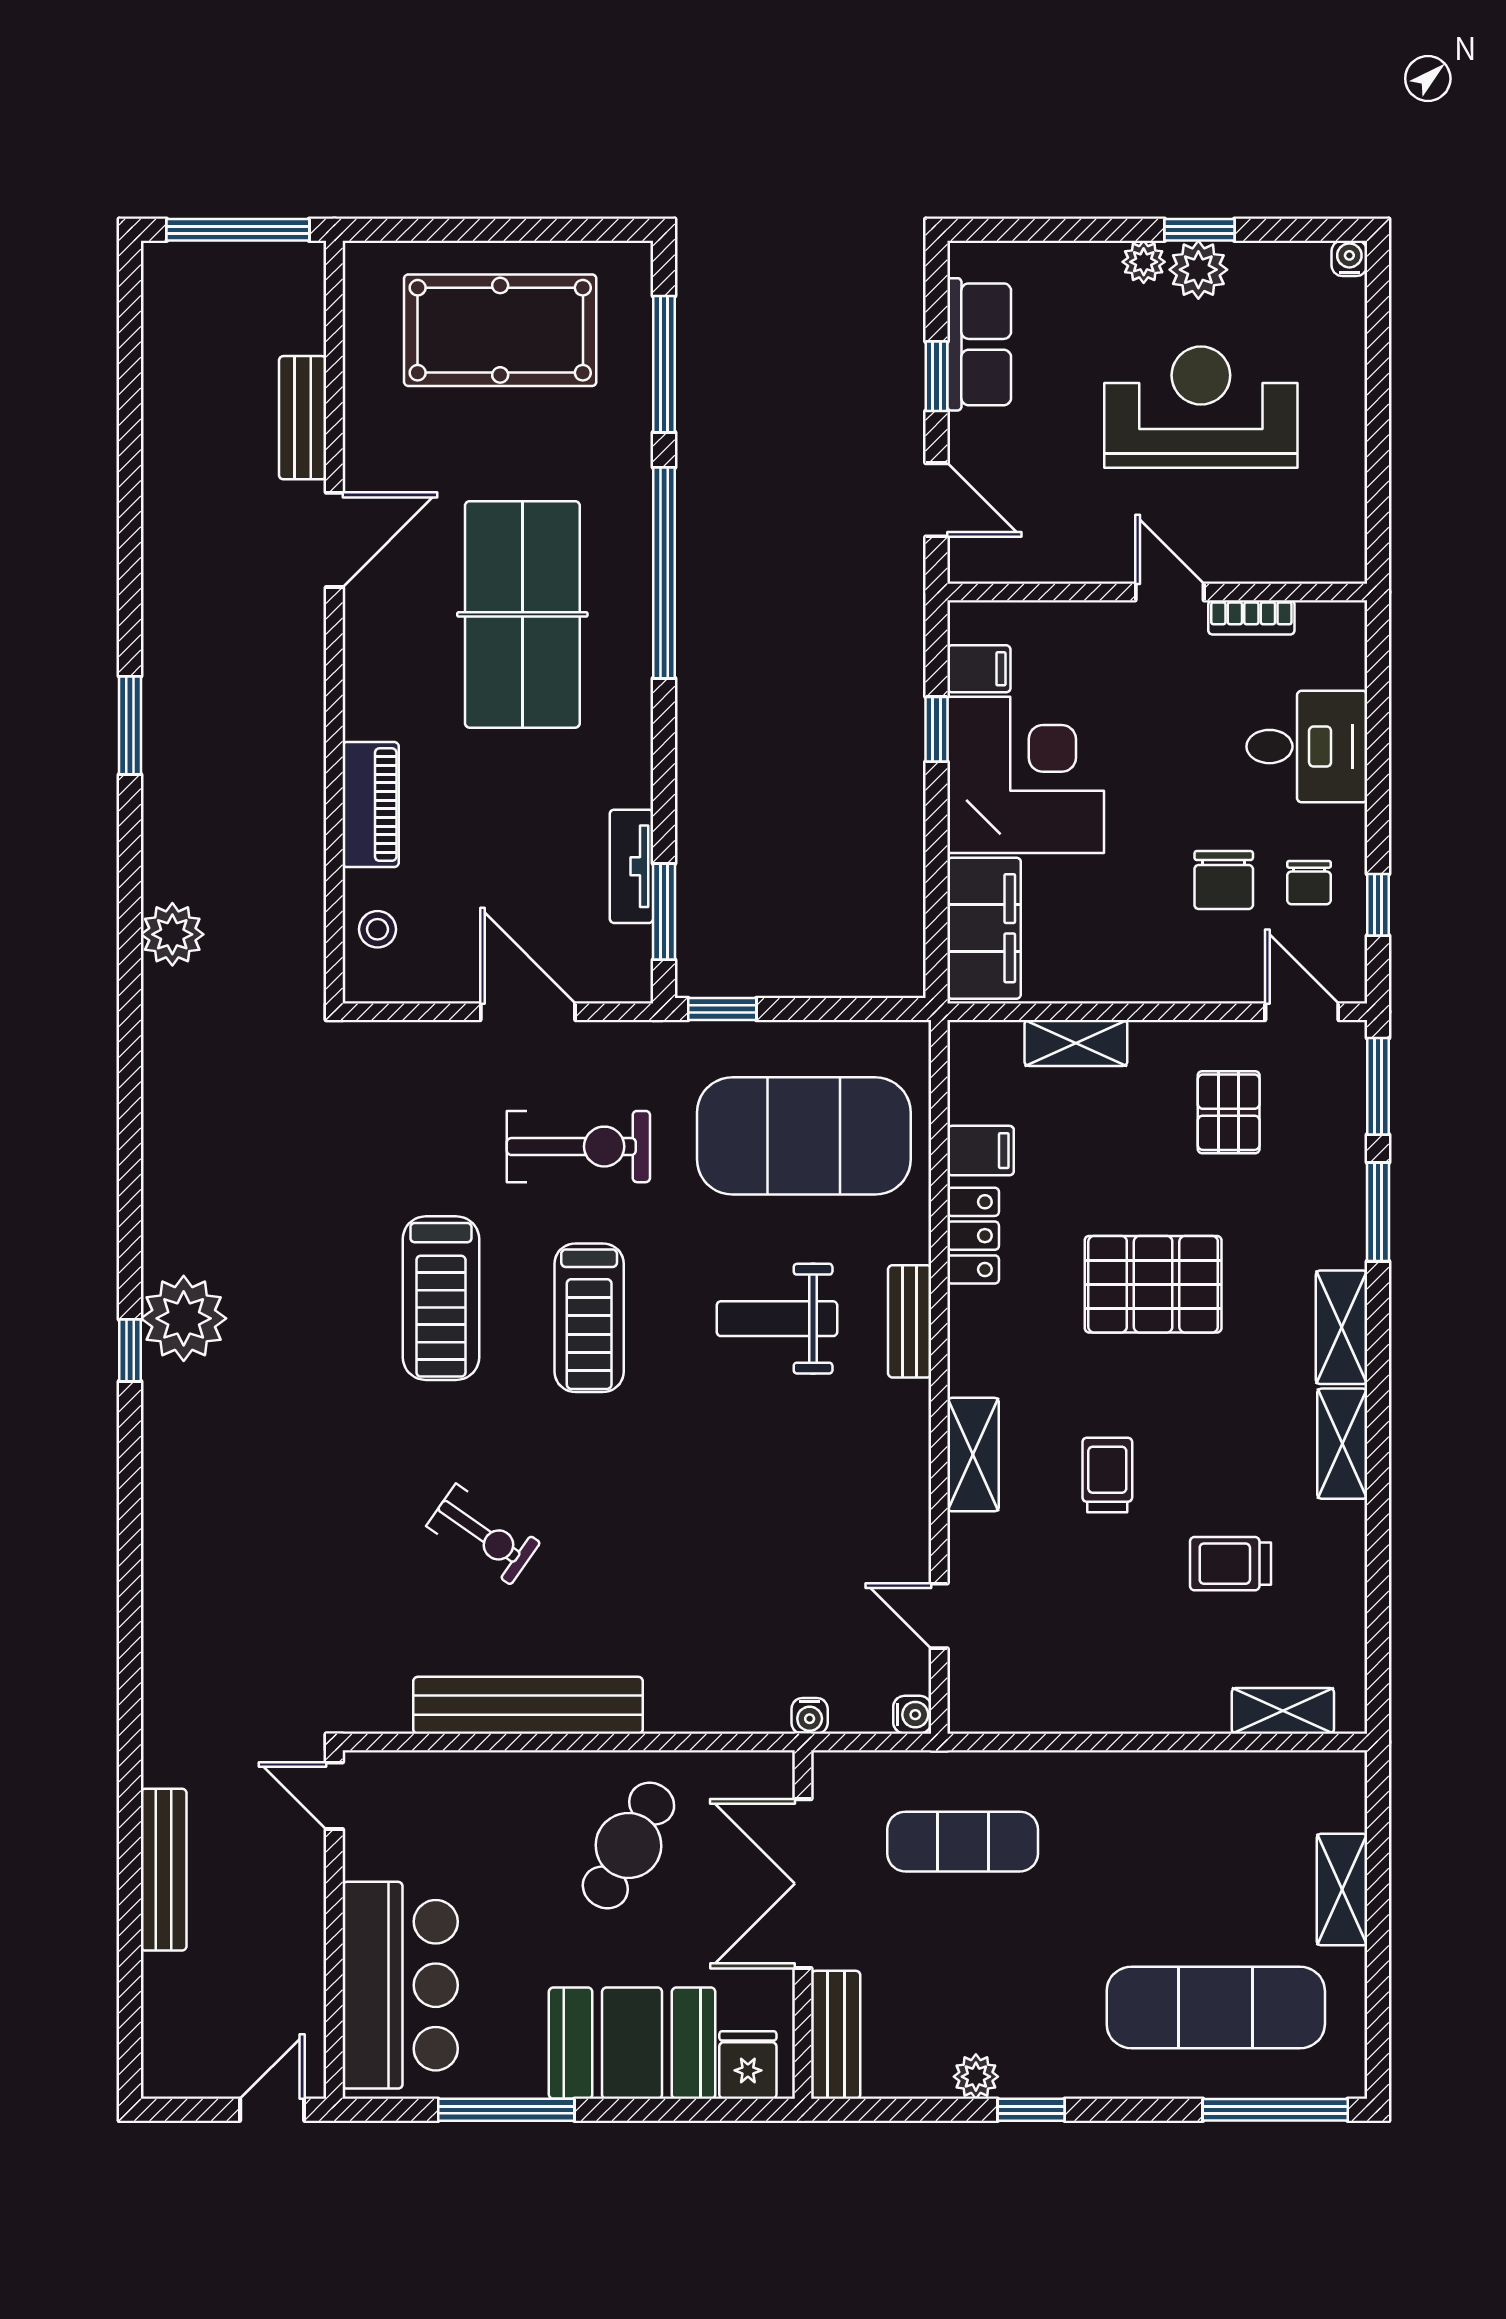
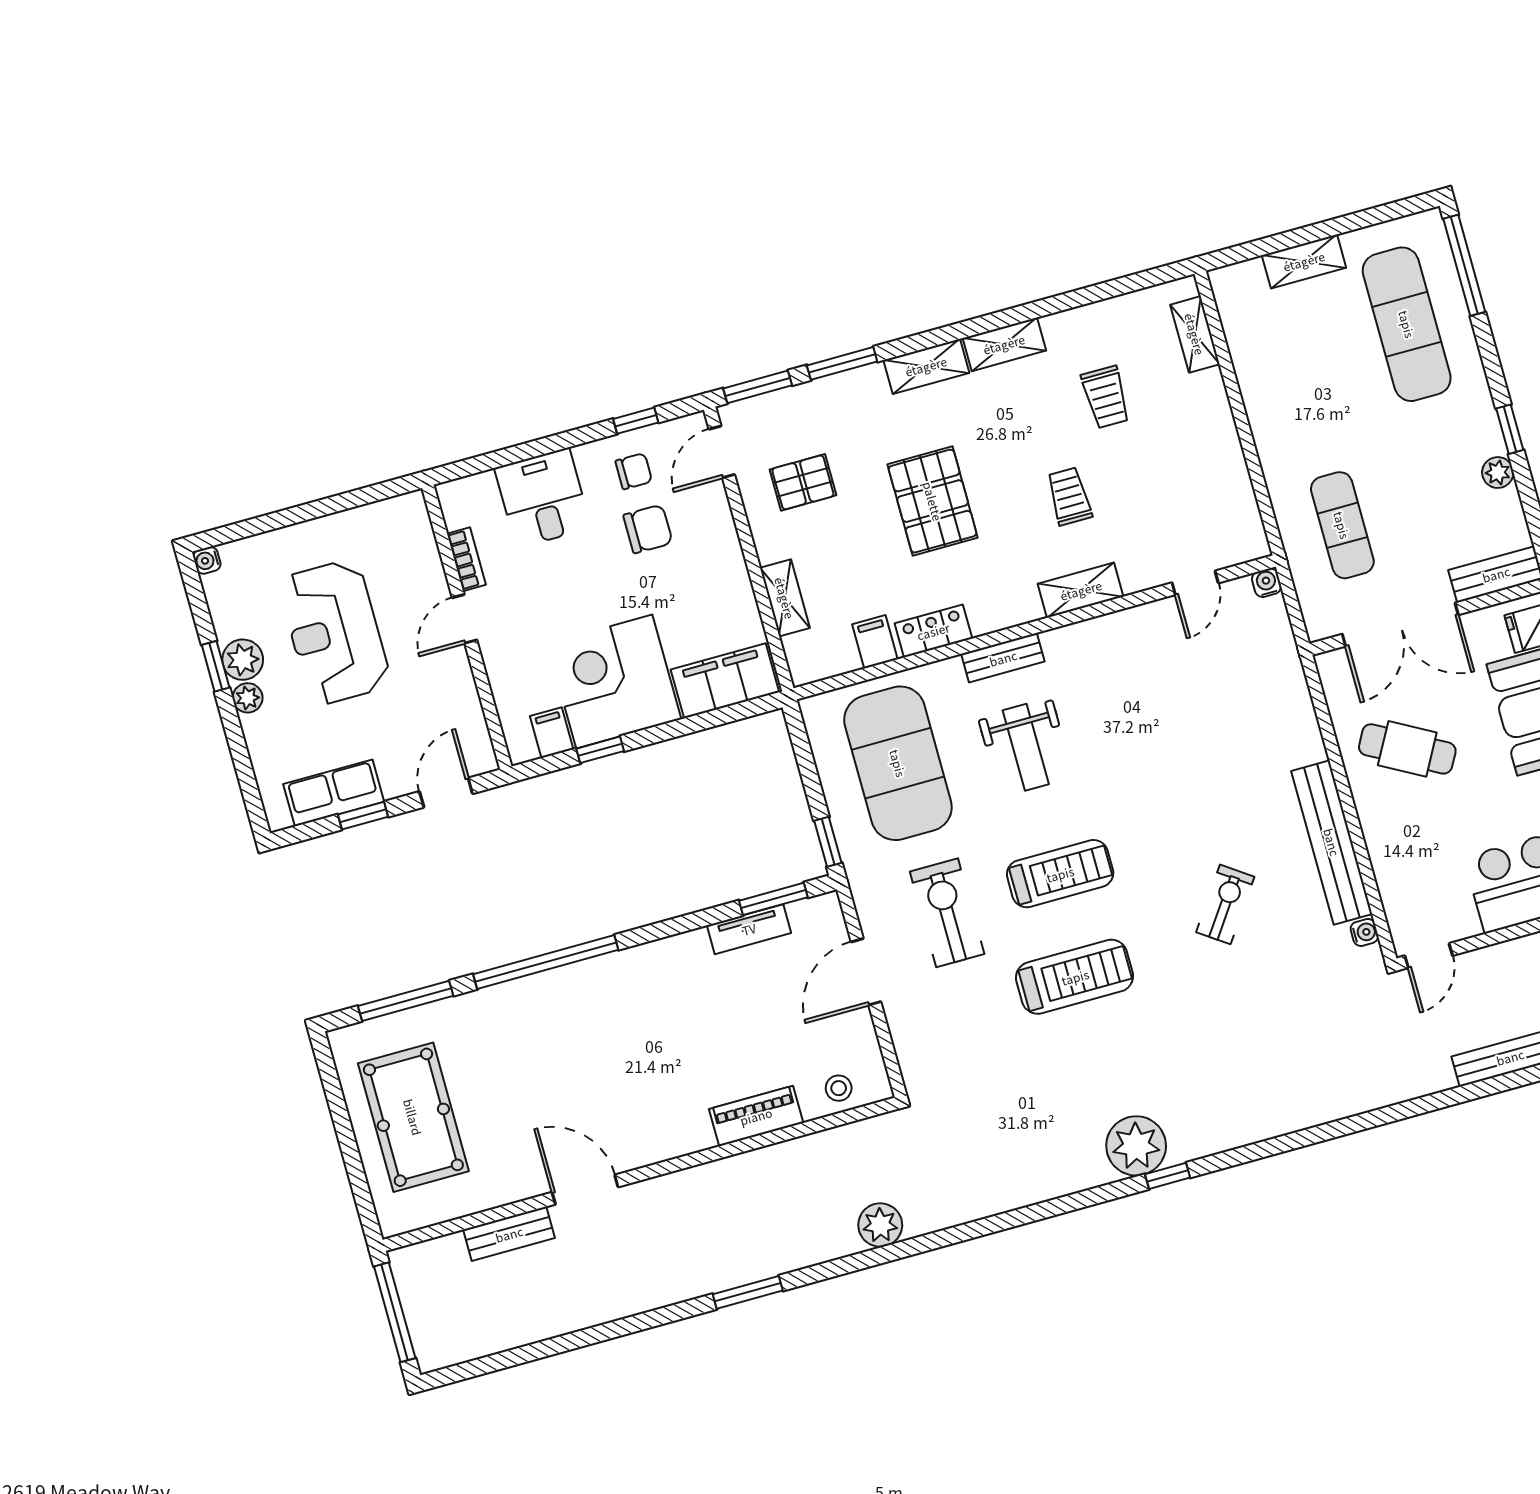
table tennis table: (522, 614) -> (600, 1049), removed
trolley: (1107, 1475) -> (1069, 496), turned 90
water cooler: (810, 1716) -> (1364, 932), moved

